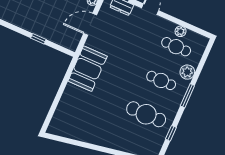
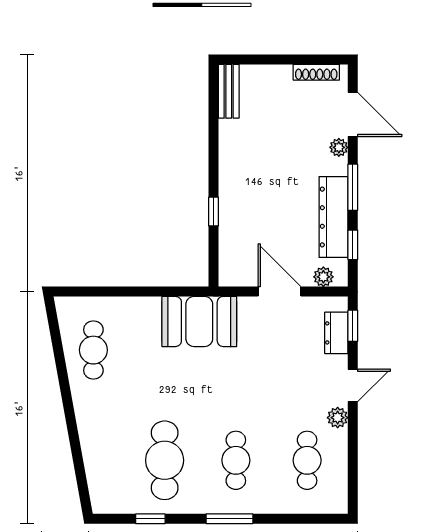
plant: (181, 31) -> (338, 418), moved
plant: (187, 72) -> (271, 500), removed
cafe table: (79, 125) -> (93, 350), added

